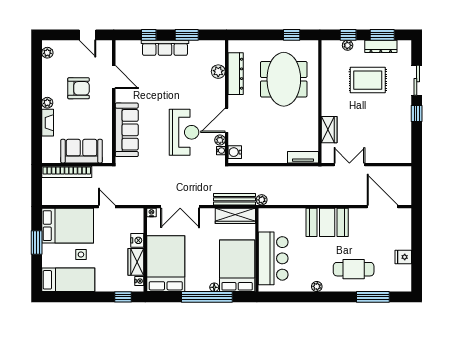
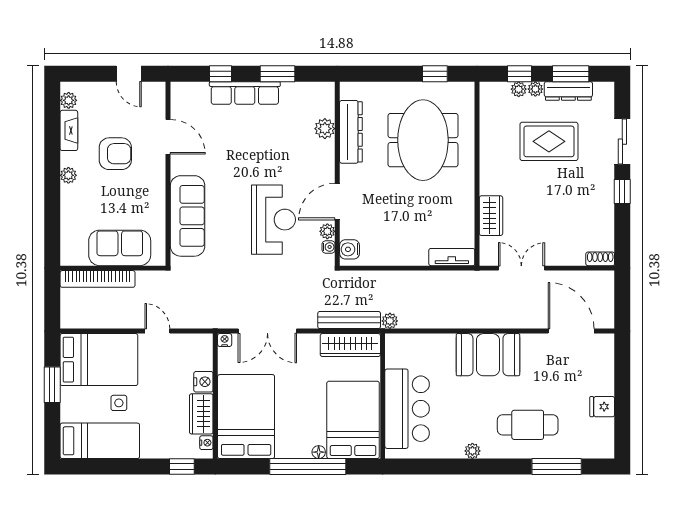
plant: (359, 45) -> (535, 89), added
fireplace: (48, 123) -> (69, 130), moved
shoe rack: (402, 158) -> (600, 259), added

